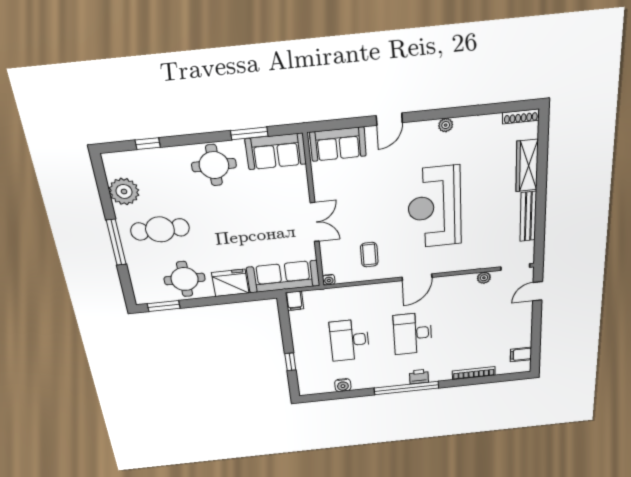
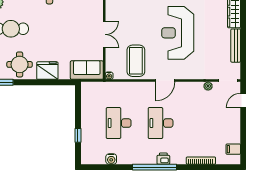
coffee table: (369, 255) -> (136, 61), width x1.86, depth x1.72
sofa: (283, 277) -> (87, 70), width x0.73
filing cabinet: (294, 301) -> (86, 89), removed

